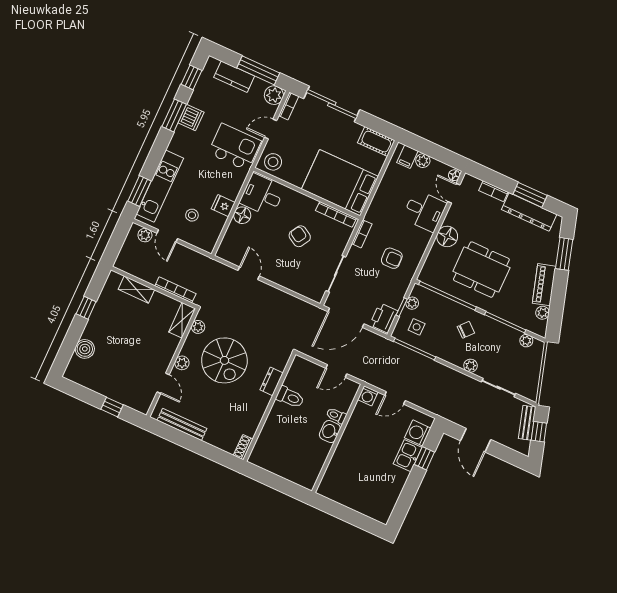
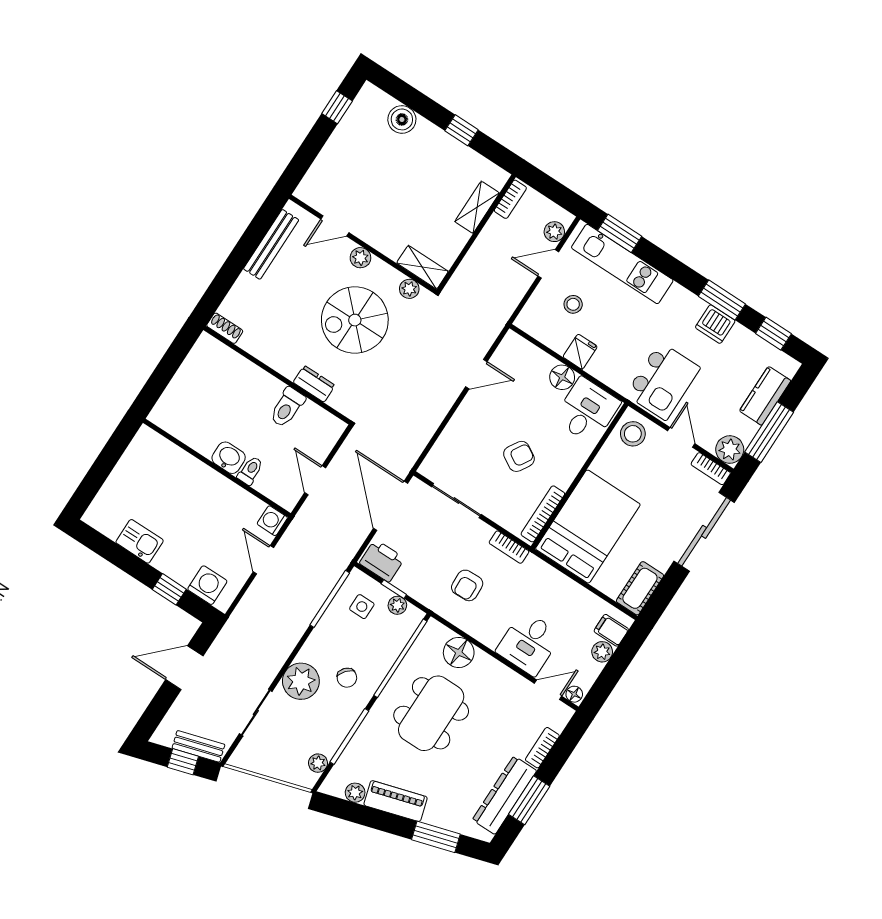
floor lamp: (447, 236) -> (459, 652), moved
bookcase: (175, 290) -> (510, 199), moved, width x0.64
plant: (471, 366) -> (301, 681), width x1.87, depth x1.87
window: (112, 407) -> (337, 107), moved
kitchen sink: (408, 456) -> (140, 541), moved

